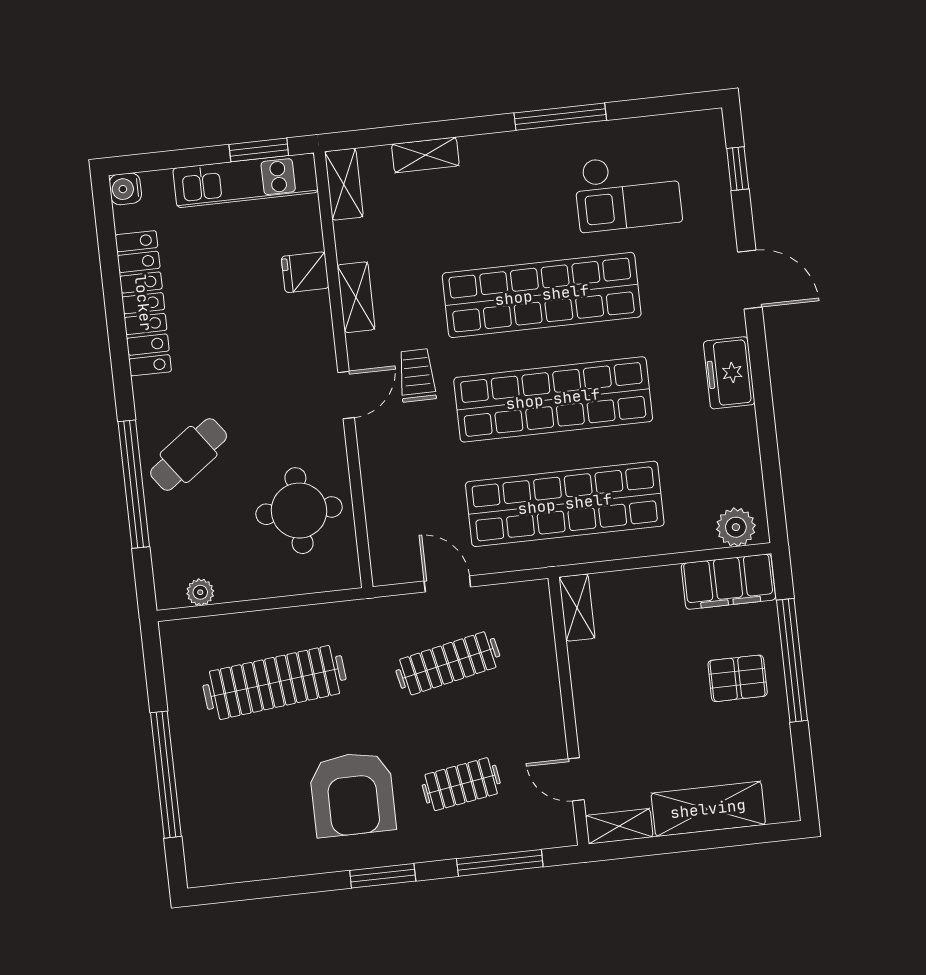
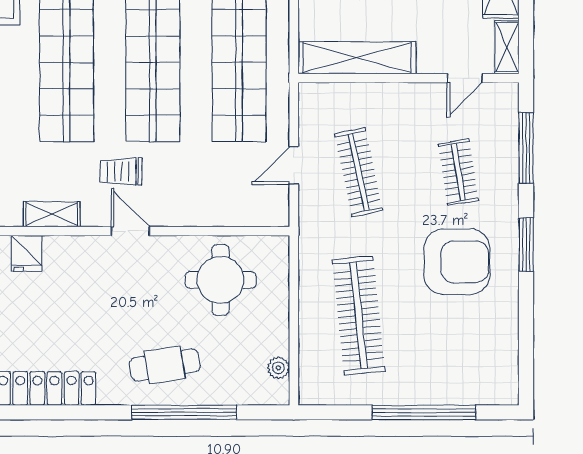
cafe table: (189, 454) -> (165, 365), turned -63
shelving: (577, 608) -> (357, 58), width x2.20, depth x1.33

